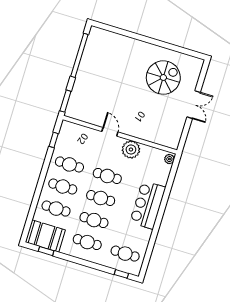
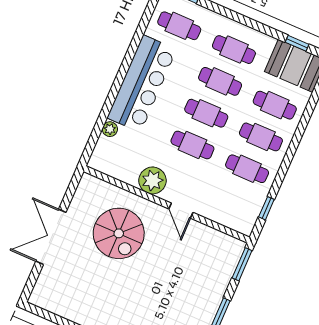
spiral stairs: (163, 77) -> (119, 233), moved, turned -90
double door: (194, 105) -> (51, 237), width x1.37
plant: (169, 159) -> (110, 129), moved
bar counter: (148, 205) -> (142, 84), width x1.36

